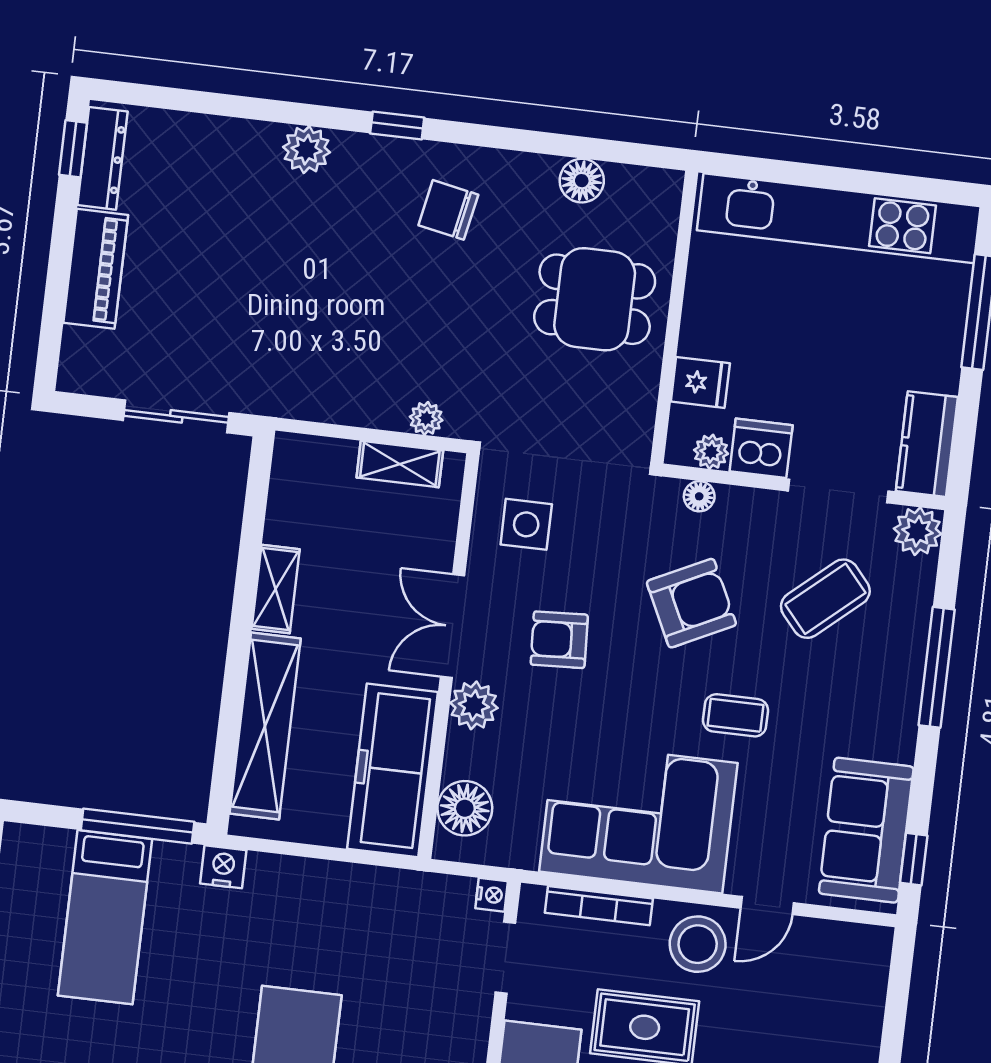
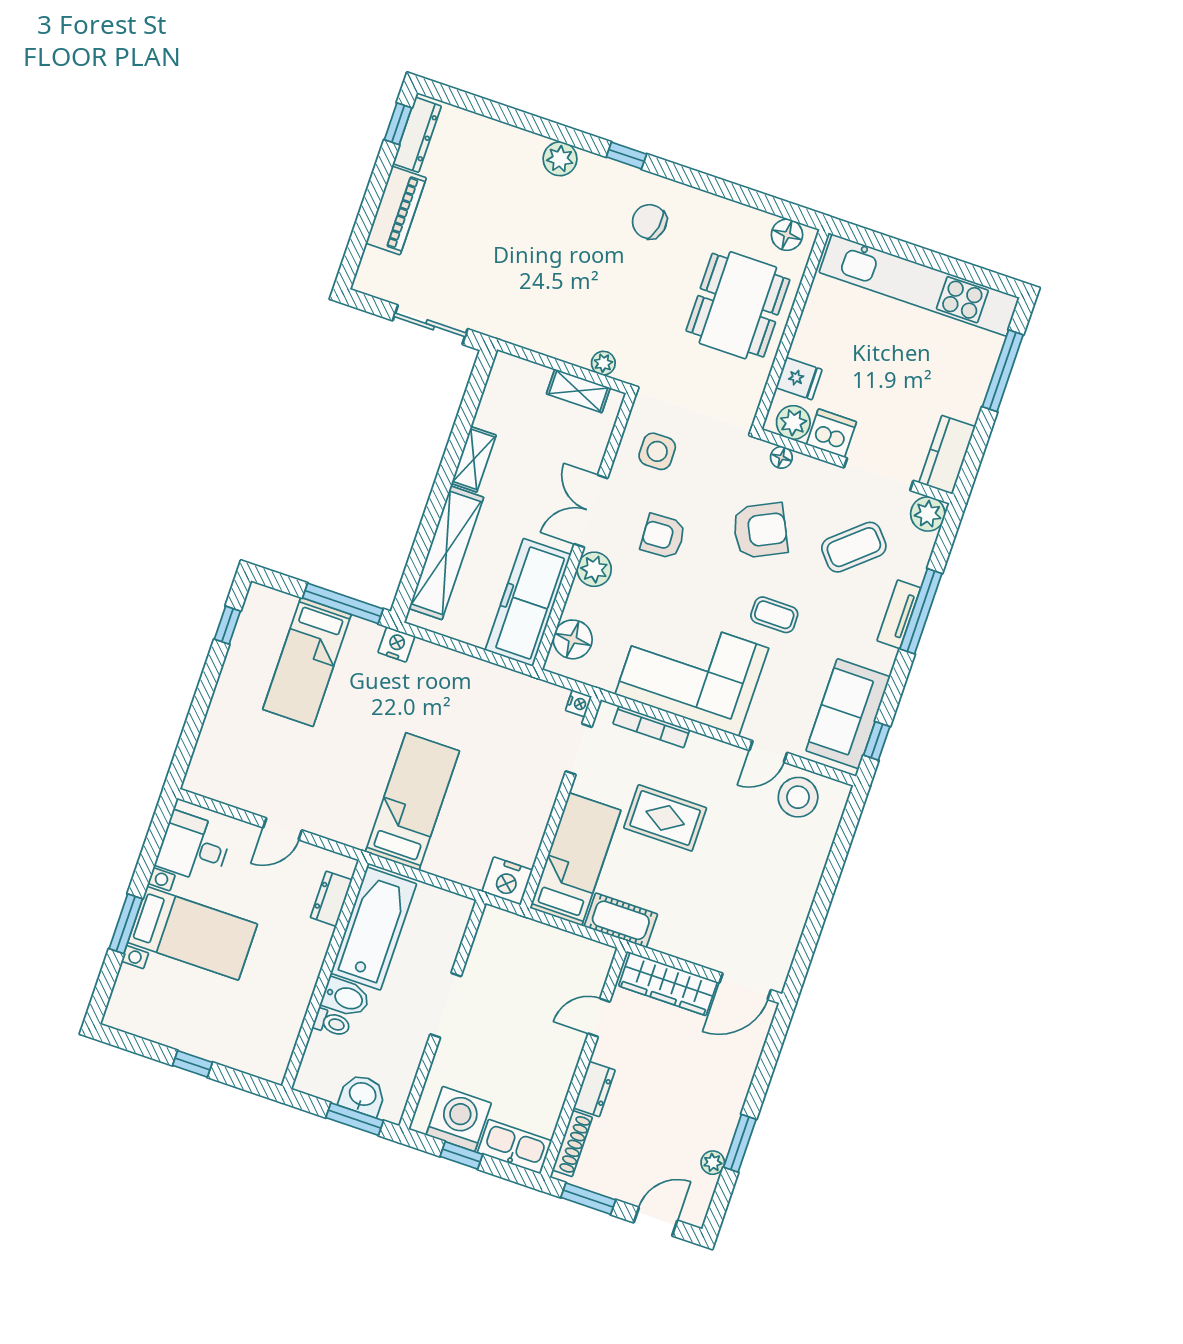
floor lamp: (582, 181) -> (787, 235), moved
dining table: (595, 299) -> (738, 305), width x1.38
plant: (711, 452) -> (793, 422), width x1.38, depth x1.38
tv unit: (907, 678) -> (899, 614), added
stool: (698, 944) -> (798, 797), moved

